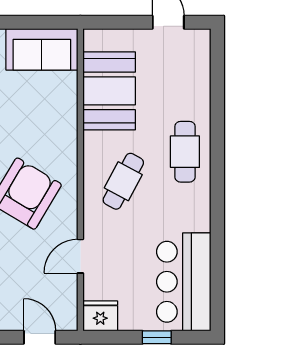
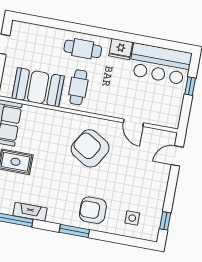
cafe table: (123, 181) -> (78, 87), moved, turned 62
fridge: (100, 316) -> (121, 49), moved, turned -90

